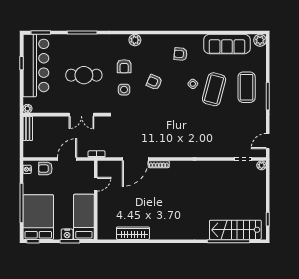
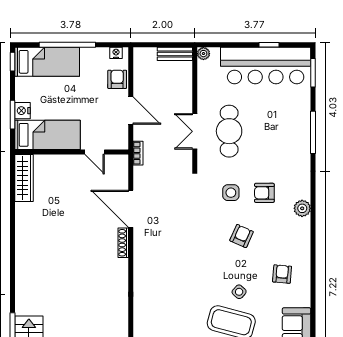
cafe table: (84, 75) -> (229, 131), moved
bed: (38, 217) -> (47, 62), width x0.67
wardrobe: (133, 233) -> (24, 178), moved

